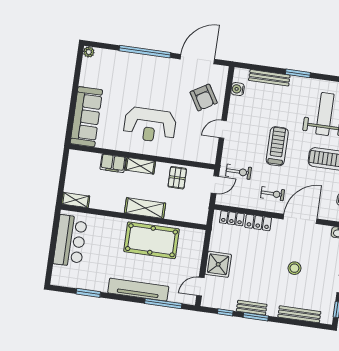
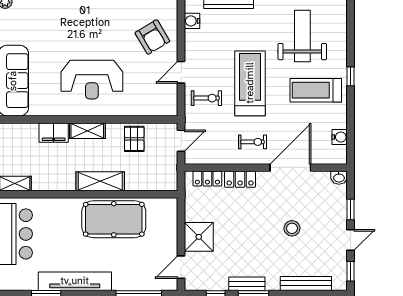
treadmill: (277, 146) -> (250, 83), width x1.37, depth x1.38
exercise bike: (239, 172) -> (206, 98), moved
tv unit: (138, 290) -> (75, 281), moved

